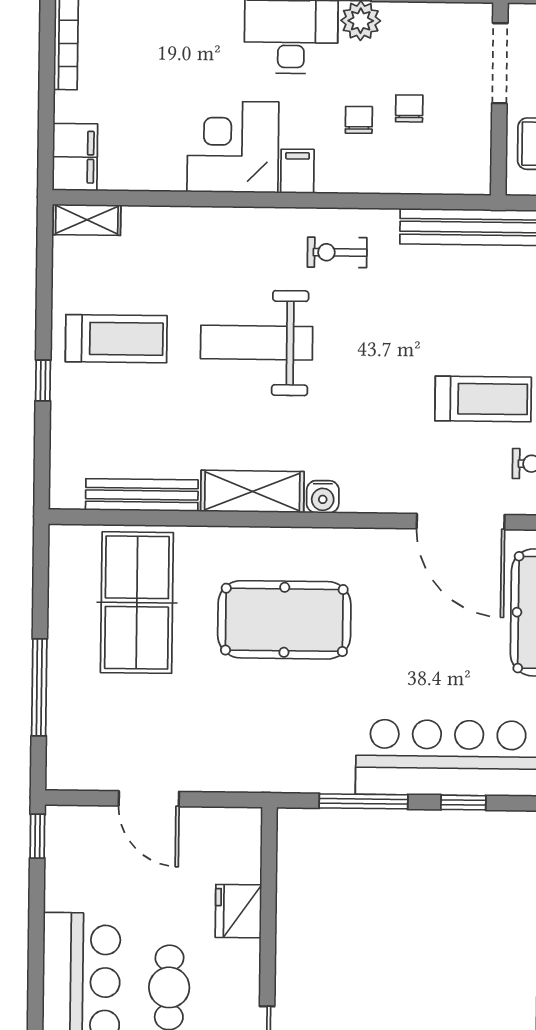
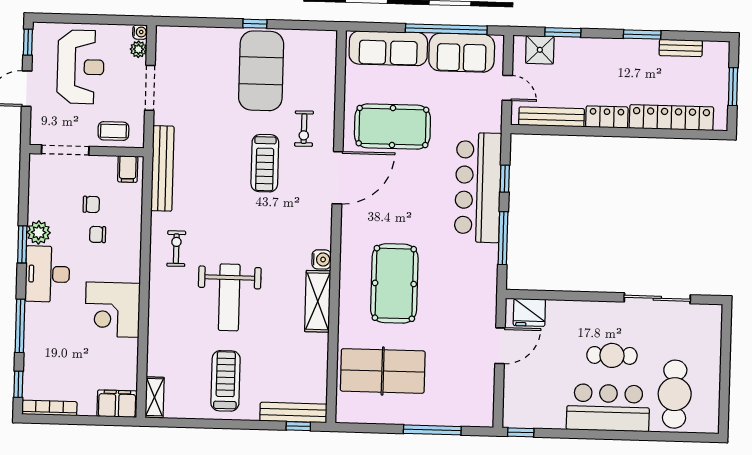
chair: (409, 108) -> (91, 204), turned 180
filing cabinet: (297, 171) -> (128, 169), moved, turned -90
exercise bike: (337, 252) -> (176, 249), turned 180
window: (43, 380) -> (298, 426), moved
treadmill: (483, 399) -> (265, 163), turned 180
bench: (142, 495) -> (293, 412), moved, turned 90
door: (149, 799) -> (500, 346), moved
fridge: (238, 911) -> (529, 312), moved

